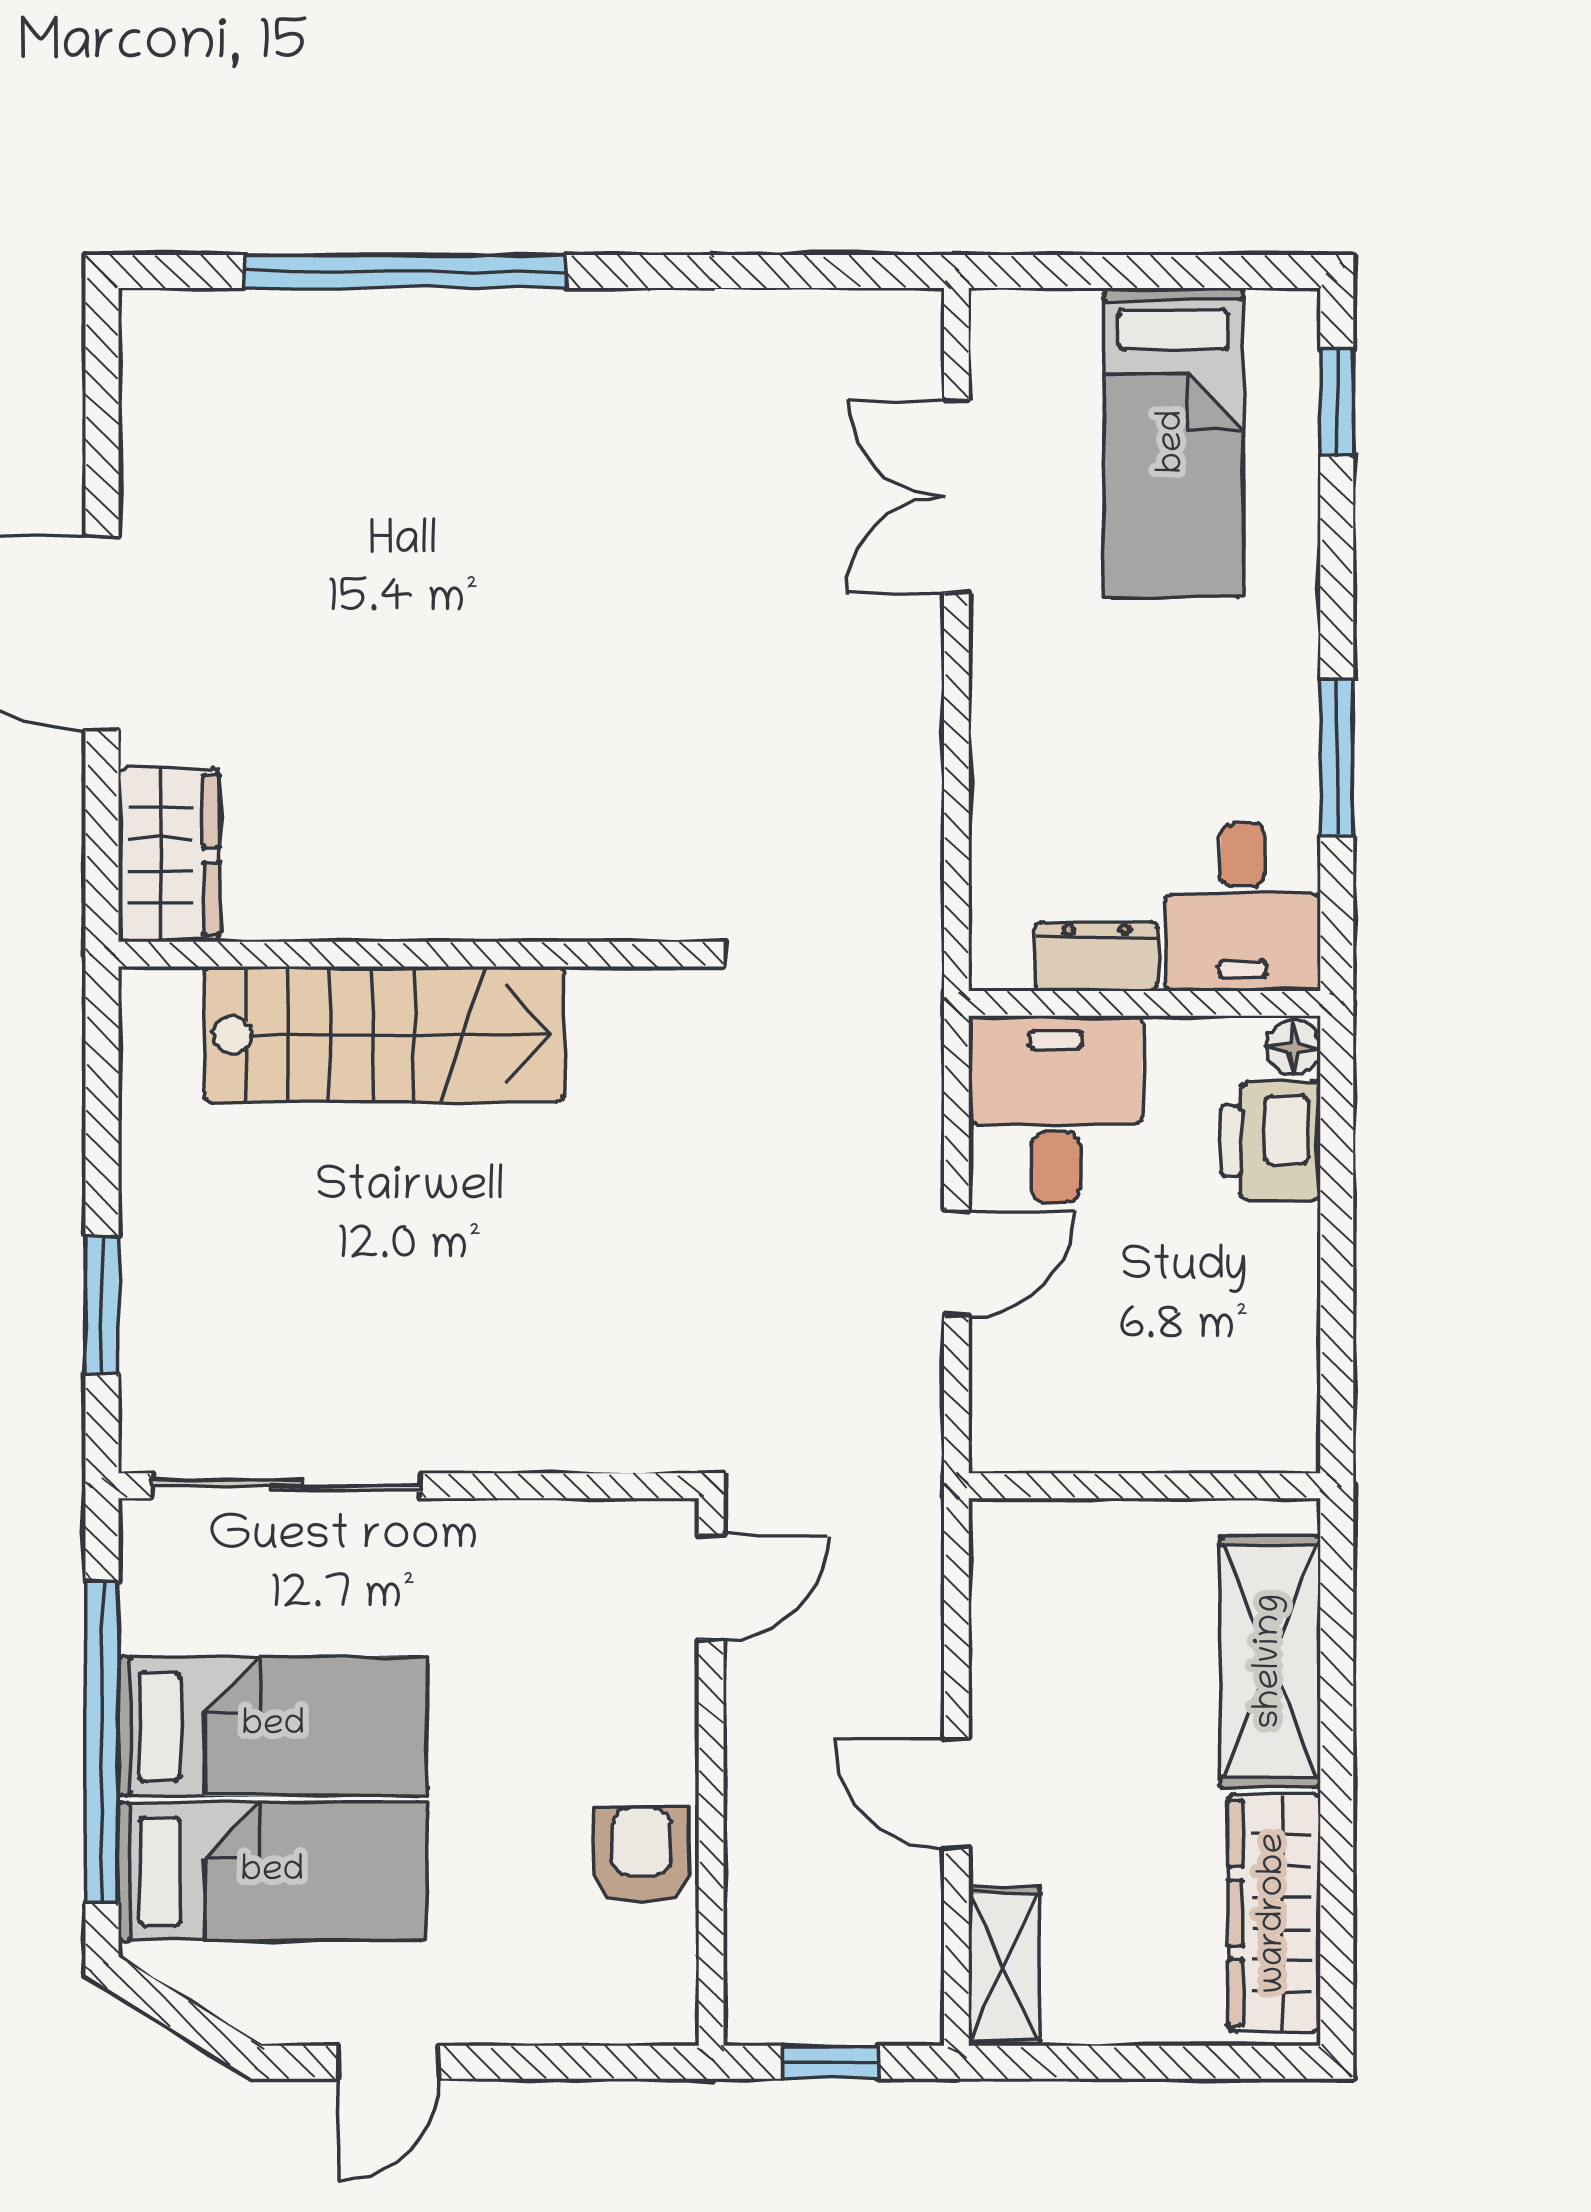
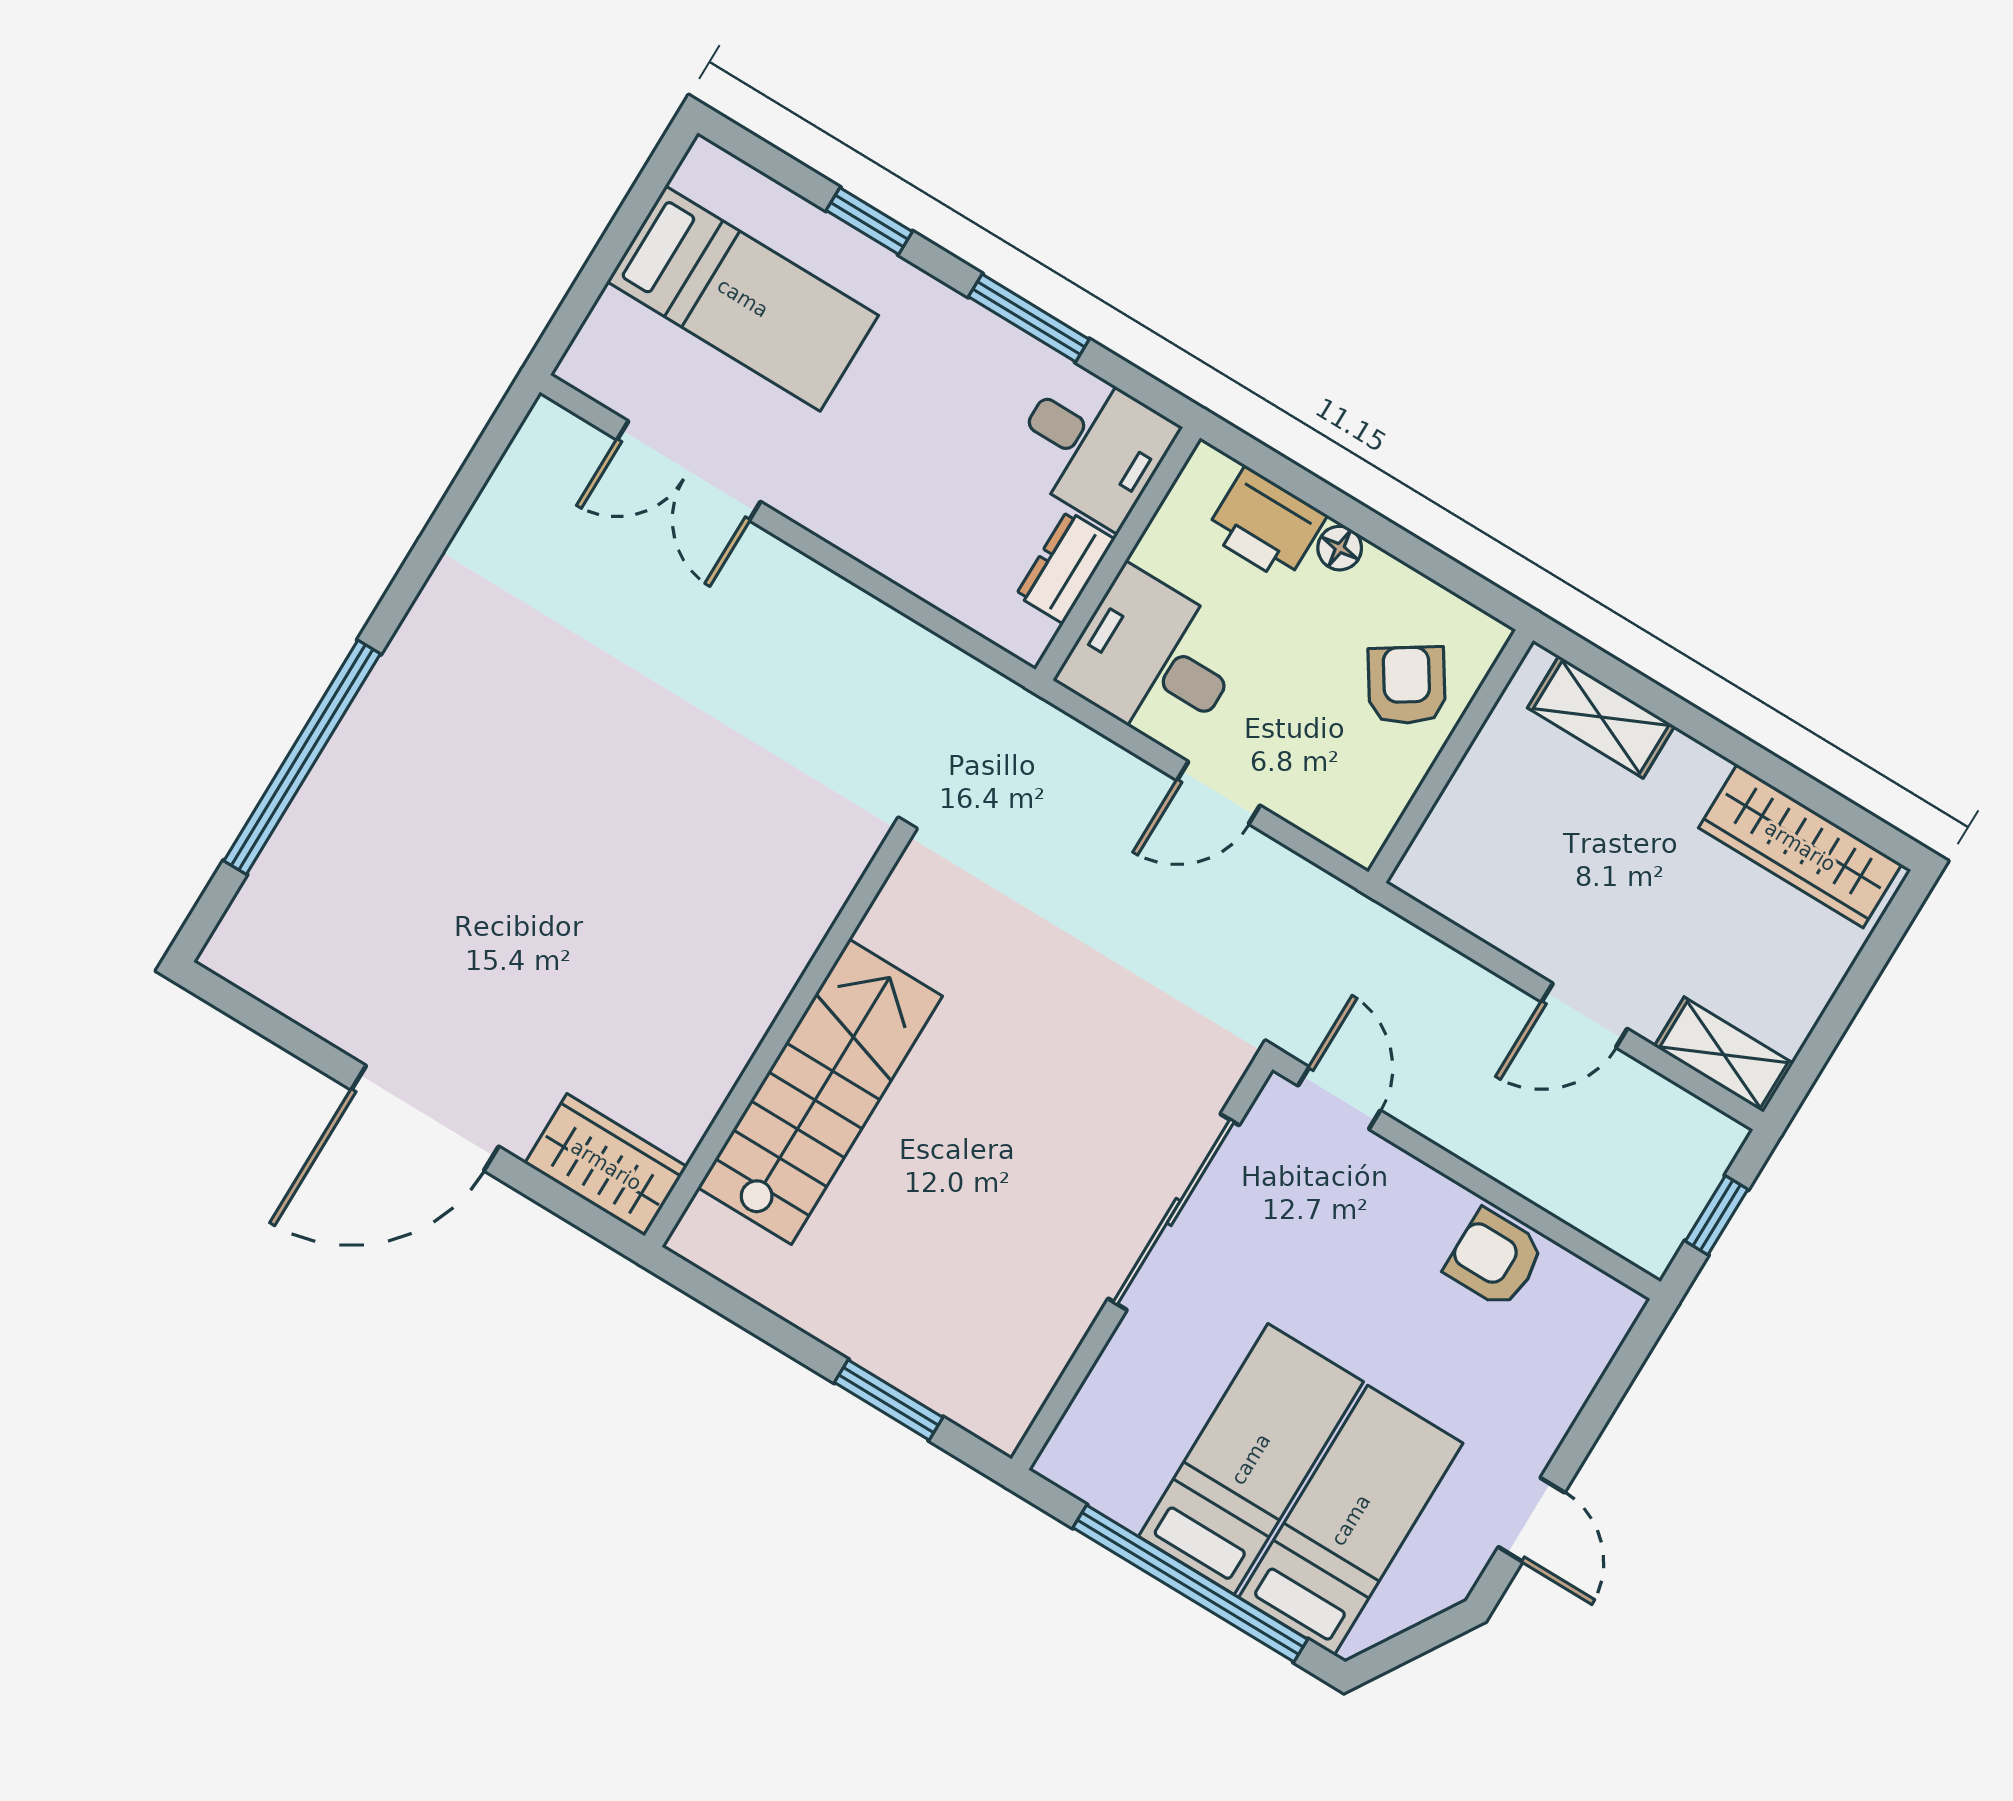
window: (1337, 402) -> (869, 221), moved
floor lamp: (1293, 1047) -> (1340, 548), moved
door: (956, 1264) -> (1219, 793), swing flipped
armchair: (1191, 1394) -> (1407, 685), added
sliding door: (286, 1486) -> (1174, 1212), moved
shelving: (1270, 1661) -> (1601, 717), width x0.67, depth x0.75

